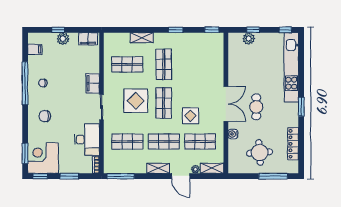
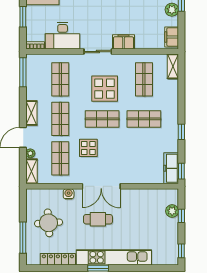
shelving: (142, 38) -> (173, 66), moved
freezer: (209, 39) -> (171, 168), added
kitchen unit: (291, 67) -> (114, 257), moved

